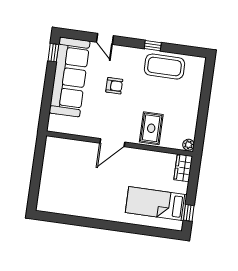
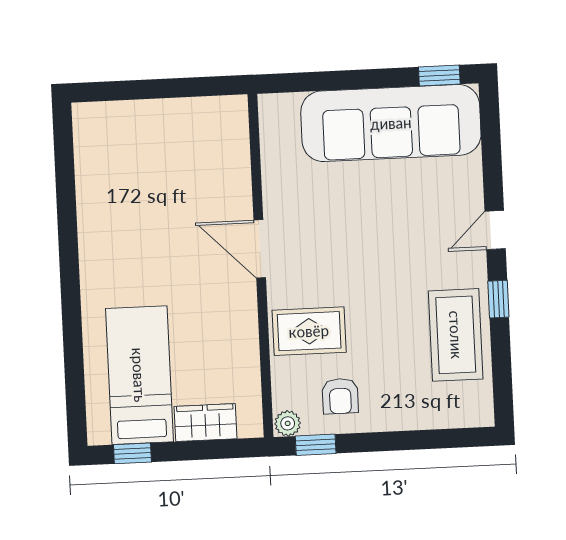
door: (105, 39) -> (495, 230), moved
armchair: (114, 86) -> (340, 396), moved
window: (200, 135) -> (316, 445), added
wardrobe: (183, 168) -> (206, 423), moved

